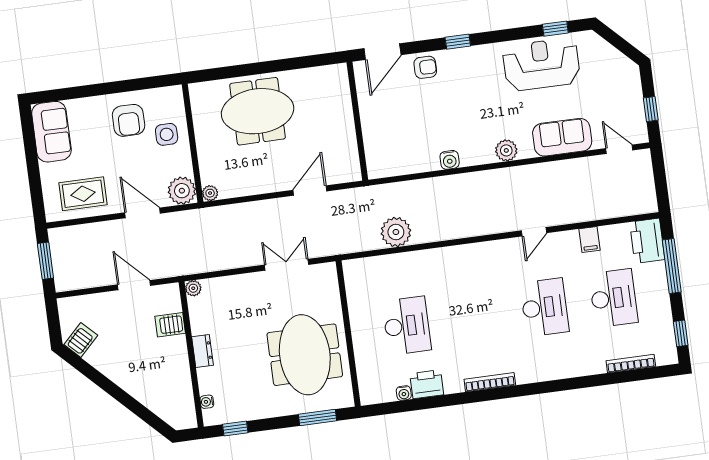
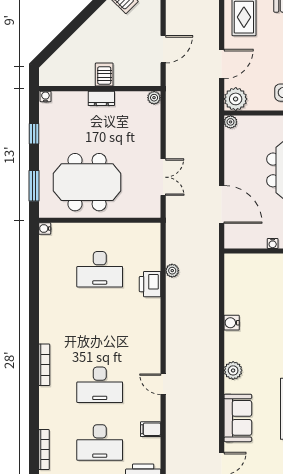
water cooler: (348, 123) -> (273, 243), added
door: (310, 191) -> (222, 204), width x1.36
plant: (396, 232) -> (172, 271), width x0.53, depth x0.53
server rack: (170, 325) -> (104, 75), moved
bookcase: (490, 382) -> (44, 365), moved
printer: (427, 384) -> (150, 284), moved, turned 180
water cooler: (404, 393) -> (45, 228), moved
water cooler: (207, 402) -> (45, 96), moved
window: (235, 428) -> (34, 134), moved

